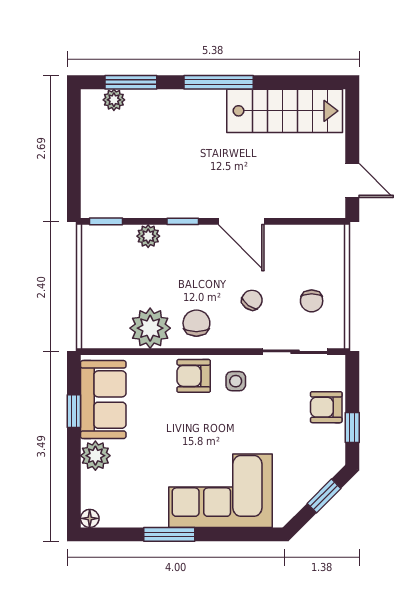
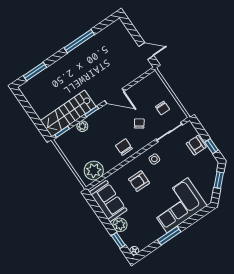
window: (219, 82) -> (79, 41), moved
plant: (114, 100) -> (33, 83), removed
stairs: (285, 111) -> (68, 114), moved, turned 180
plant: (150, 328) -> (94, 171), moved
armchair: (194, 376) -> (139, 181), moved
armchair: (326, 407) -> (196, 145), turned 90
window: (74, 411) -> (118, 240), moved

